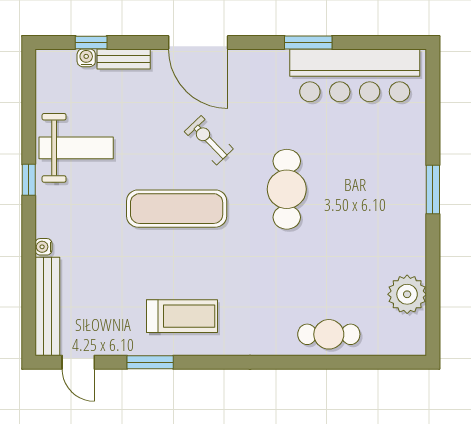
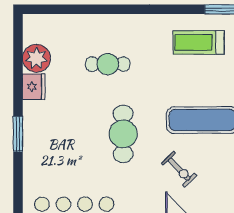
fridge: (411, 255) -> (34, 87), added
cafe table: (329, 334) -> (108, 64), moved

